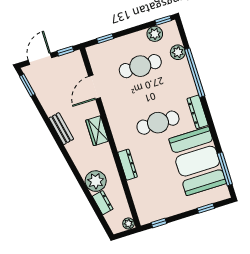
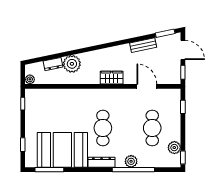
plant: (178, 52) -> (131, 161), moved
bench: (61, 129) -> (143, 45), moved
dresser: (128, 165) -> (77, 93), removed

